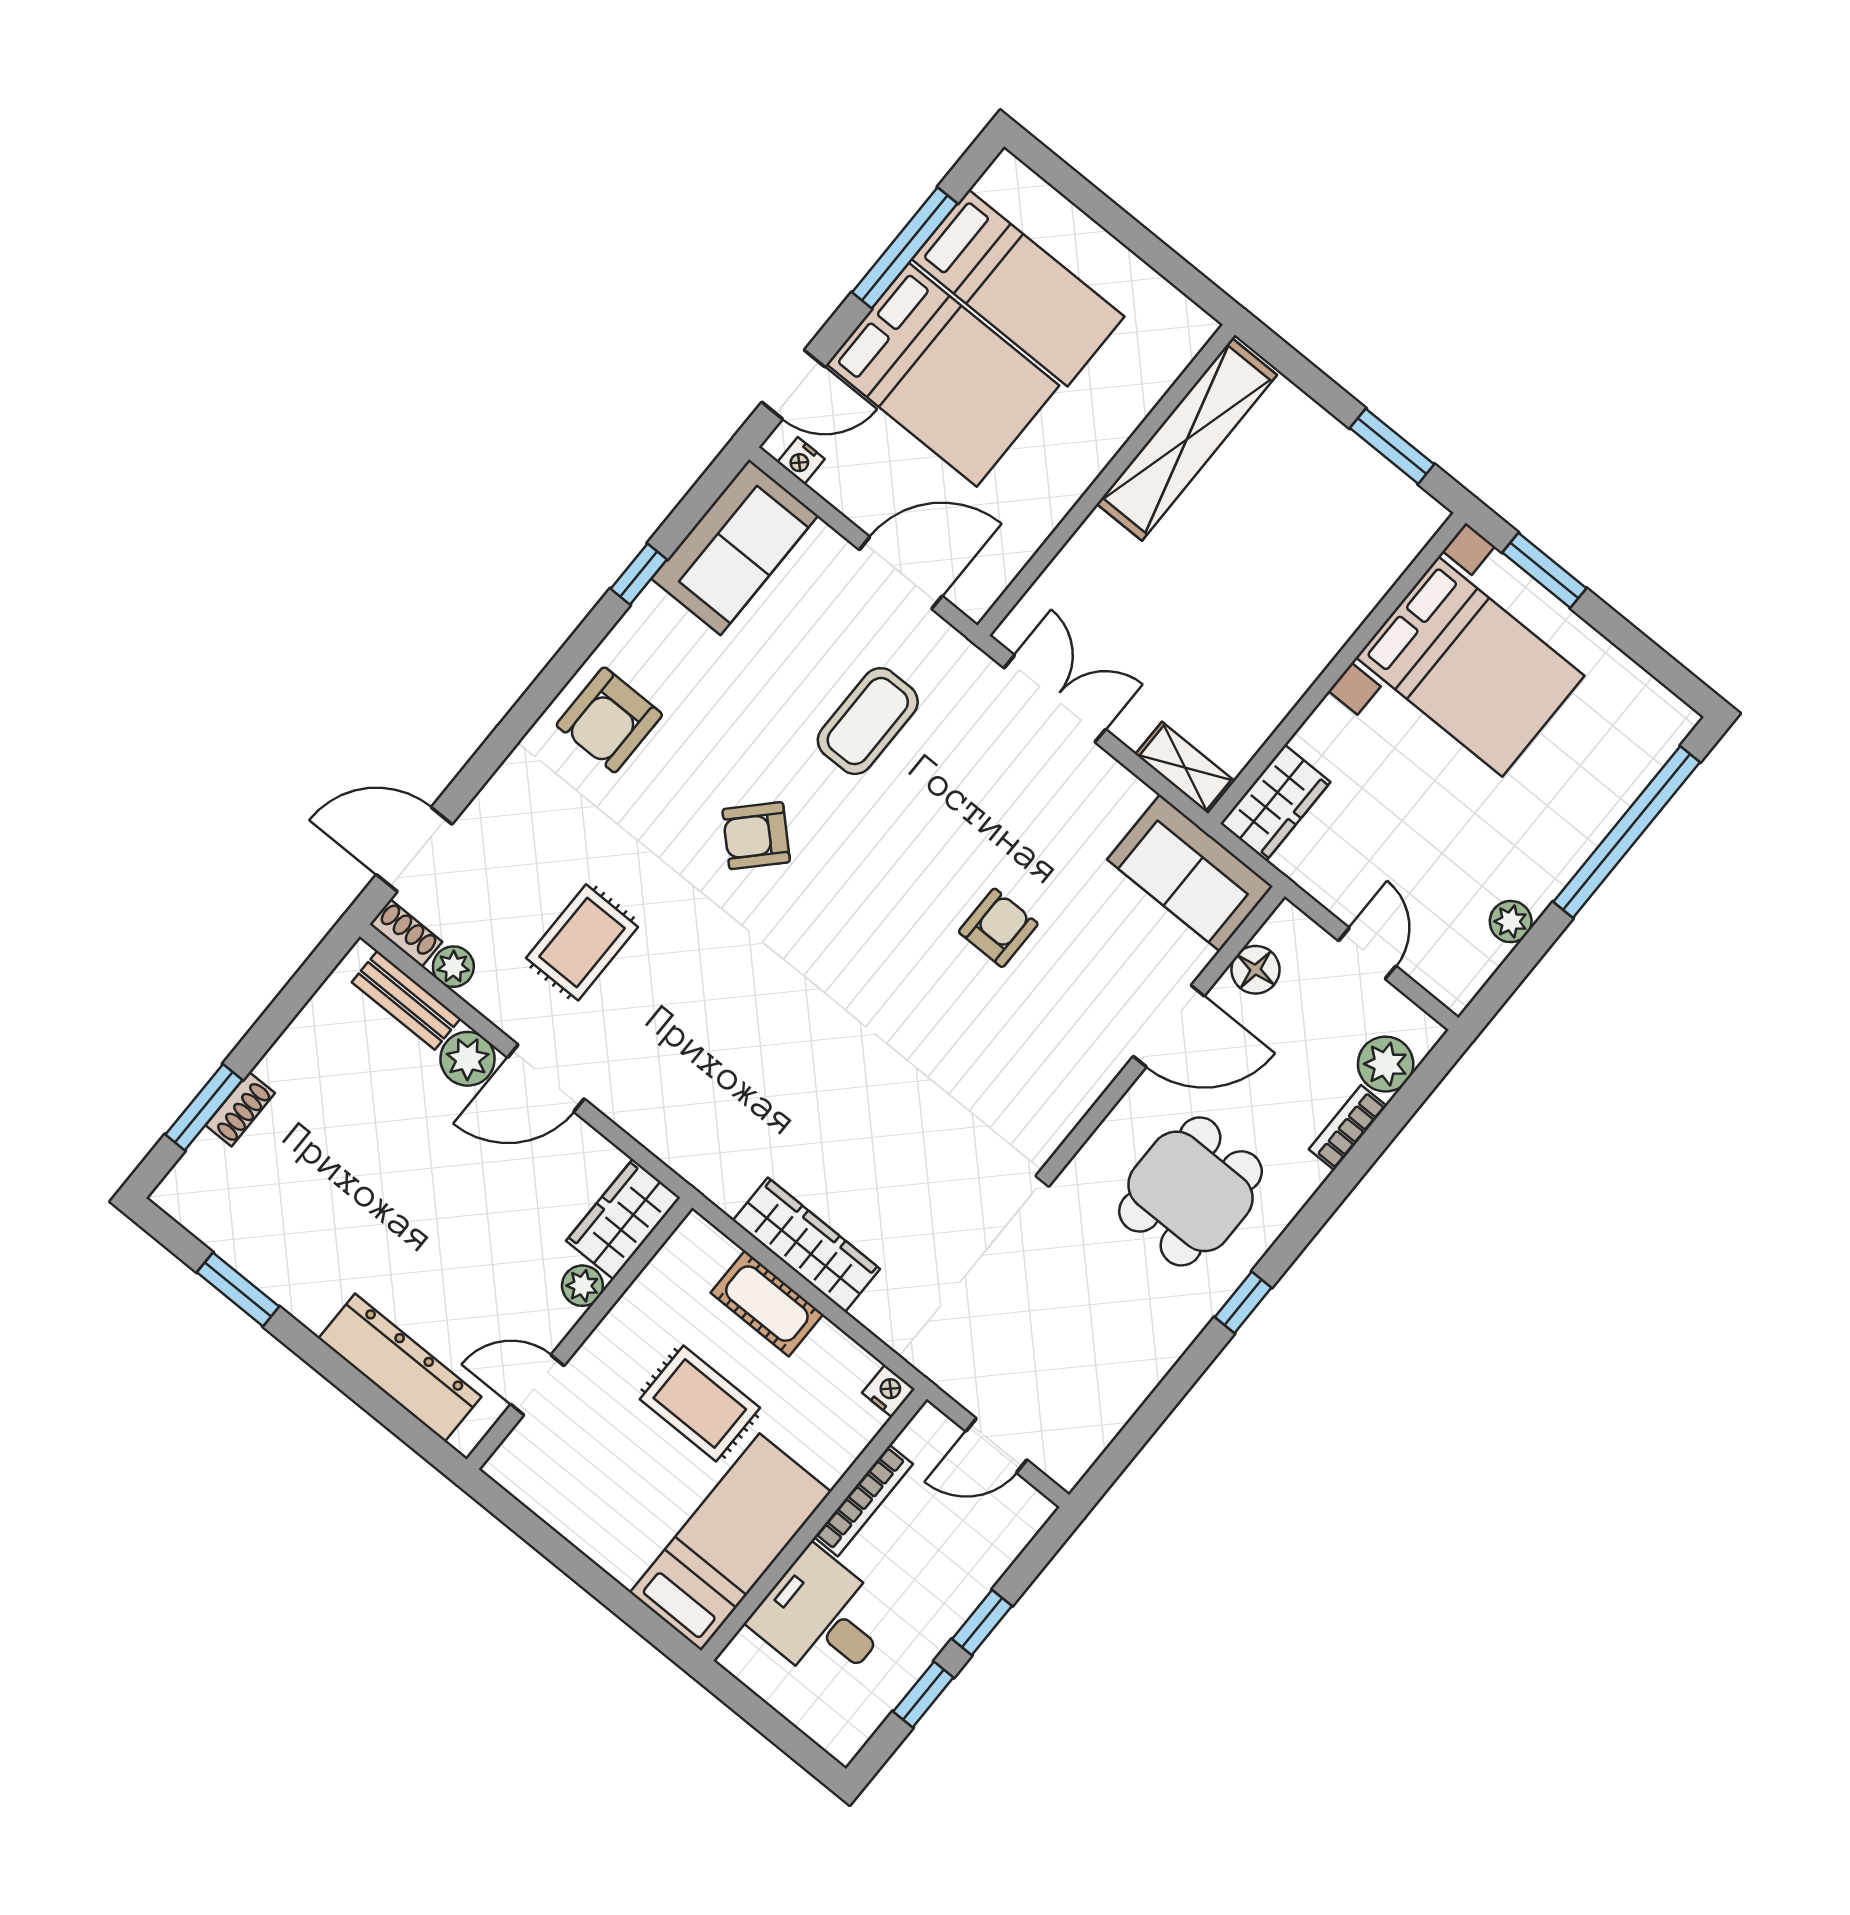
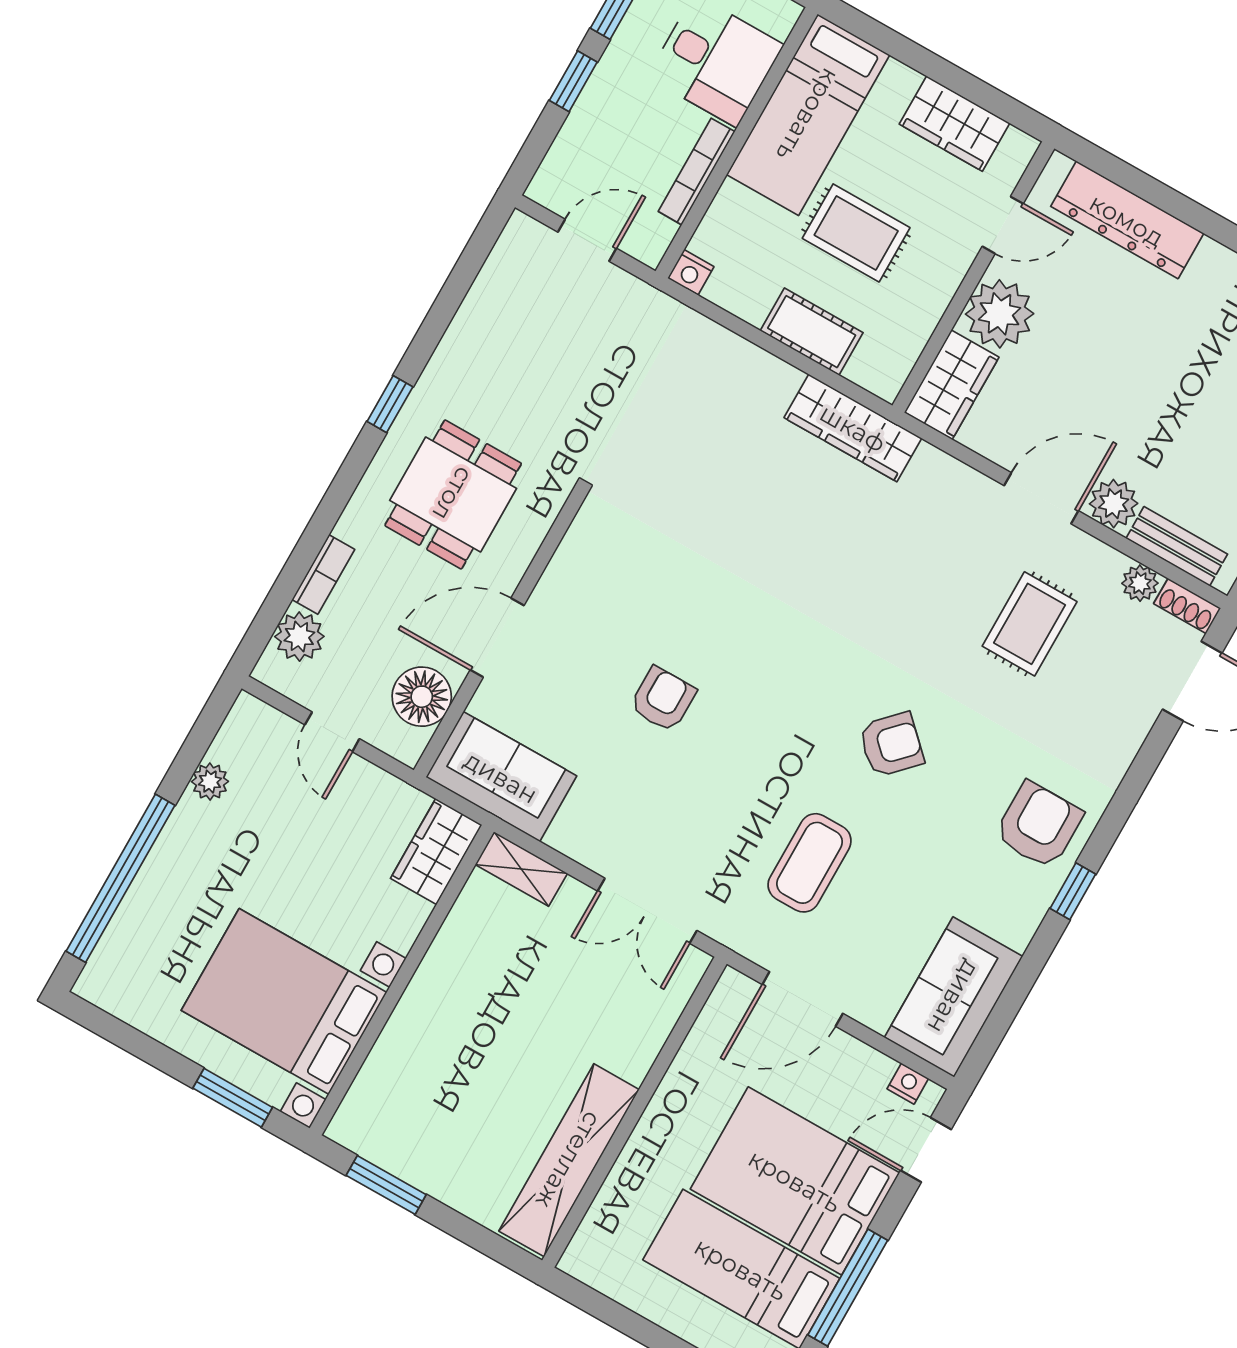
window: (639, 574) -> (1073, 891), moved
armchair: (998, 928) -> (663, 699), turned 180
floor lamp: (1255, 970) -> (422, 697), width x1.38, depth x1.38
wardrobe: (806, 1245) -> (853, 428), moved
plant: (582, 1286) -> (1000, 314), width x1.88, depth x1.88
wardrobe: (572, 1505) -> (955, 124), added

